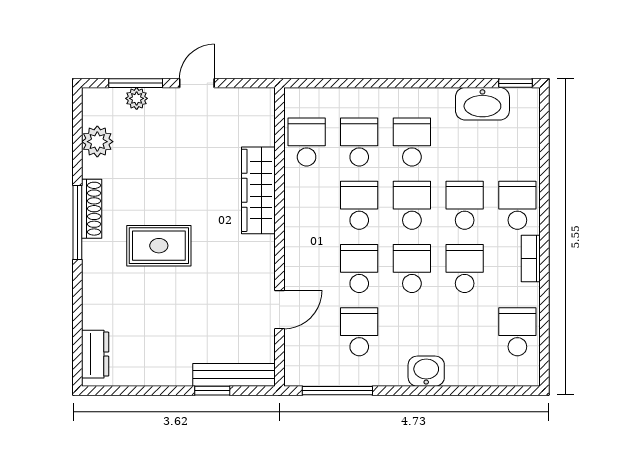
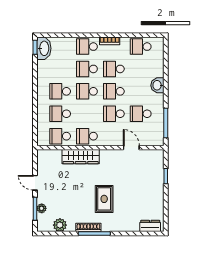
washbasin: (482, 104) -> (44, 48), moved
school desk: (359, 205) -> (87, 136), moved
bench: (234, 375) -> (159, 167), removed

